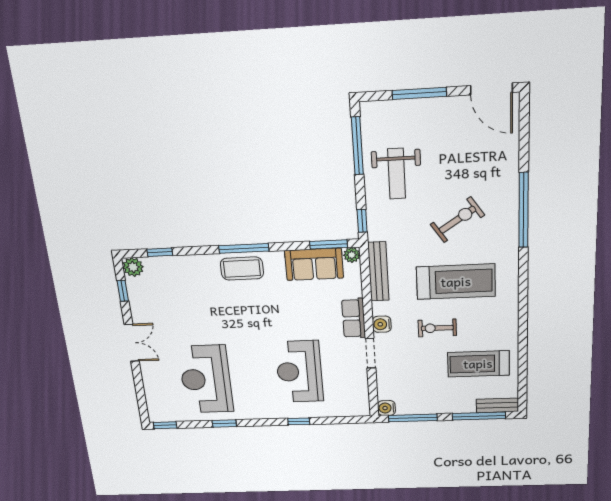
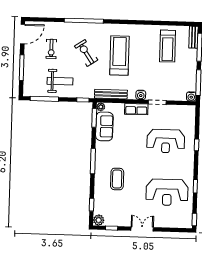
coffee table: (242, 269) -> (117, 179), moved
exercise bike: (437, 328) -> (51, 49), moved

